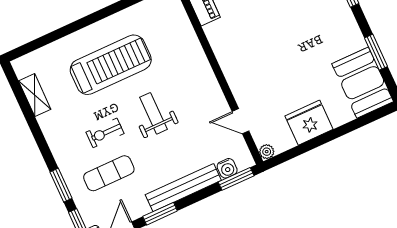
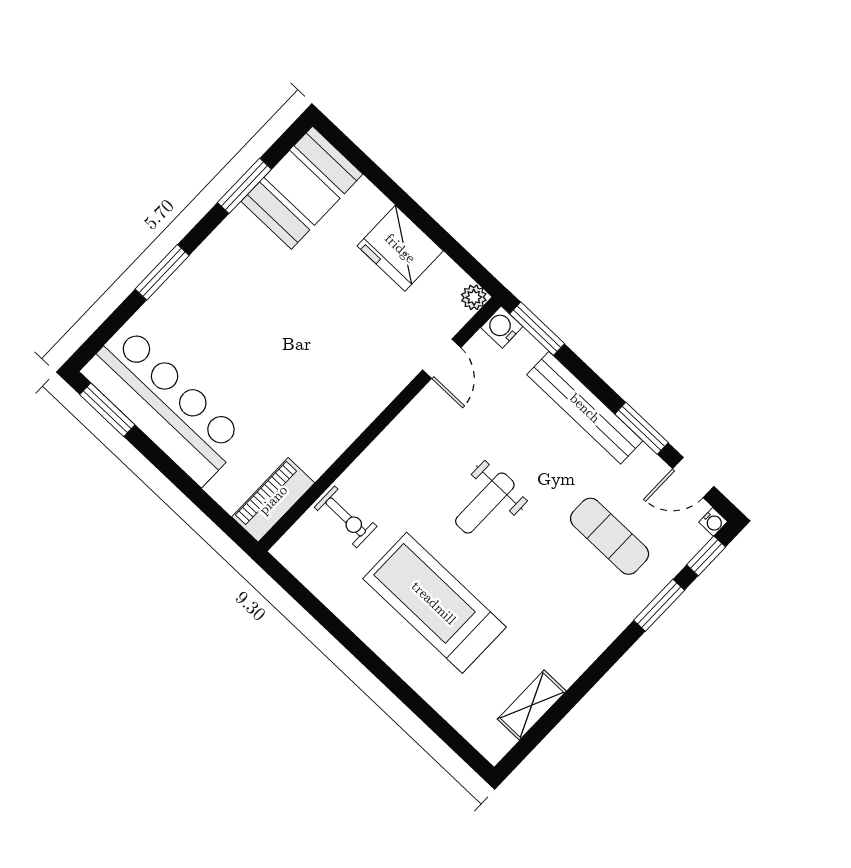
exercise bike: (105, 133) -> (346, 517), moved
water cooler: (227, 168) -> (502, 327), moved, turned -90

